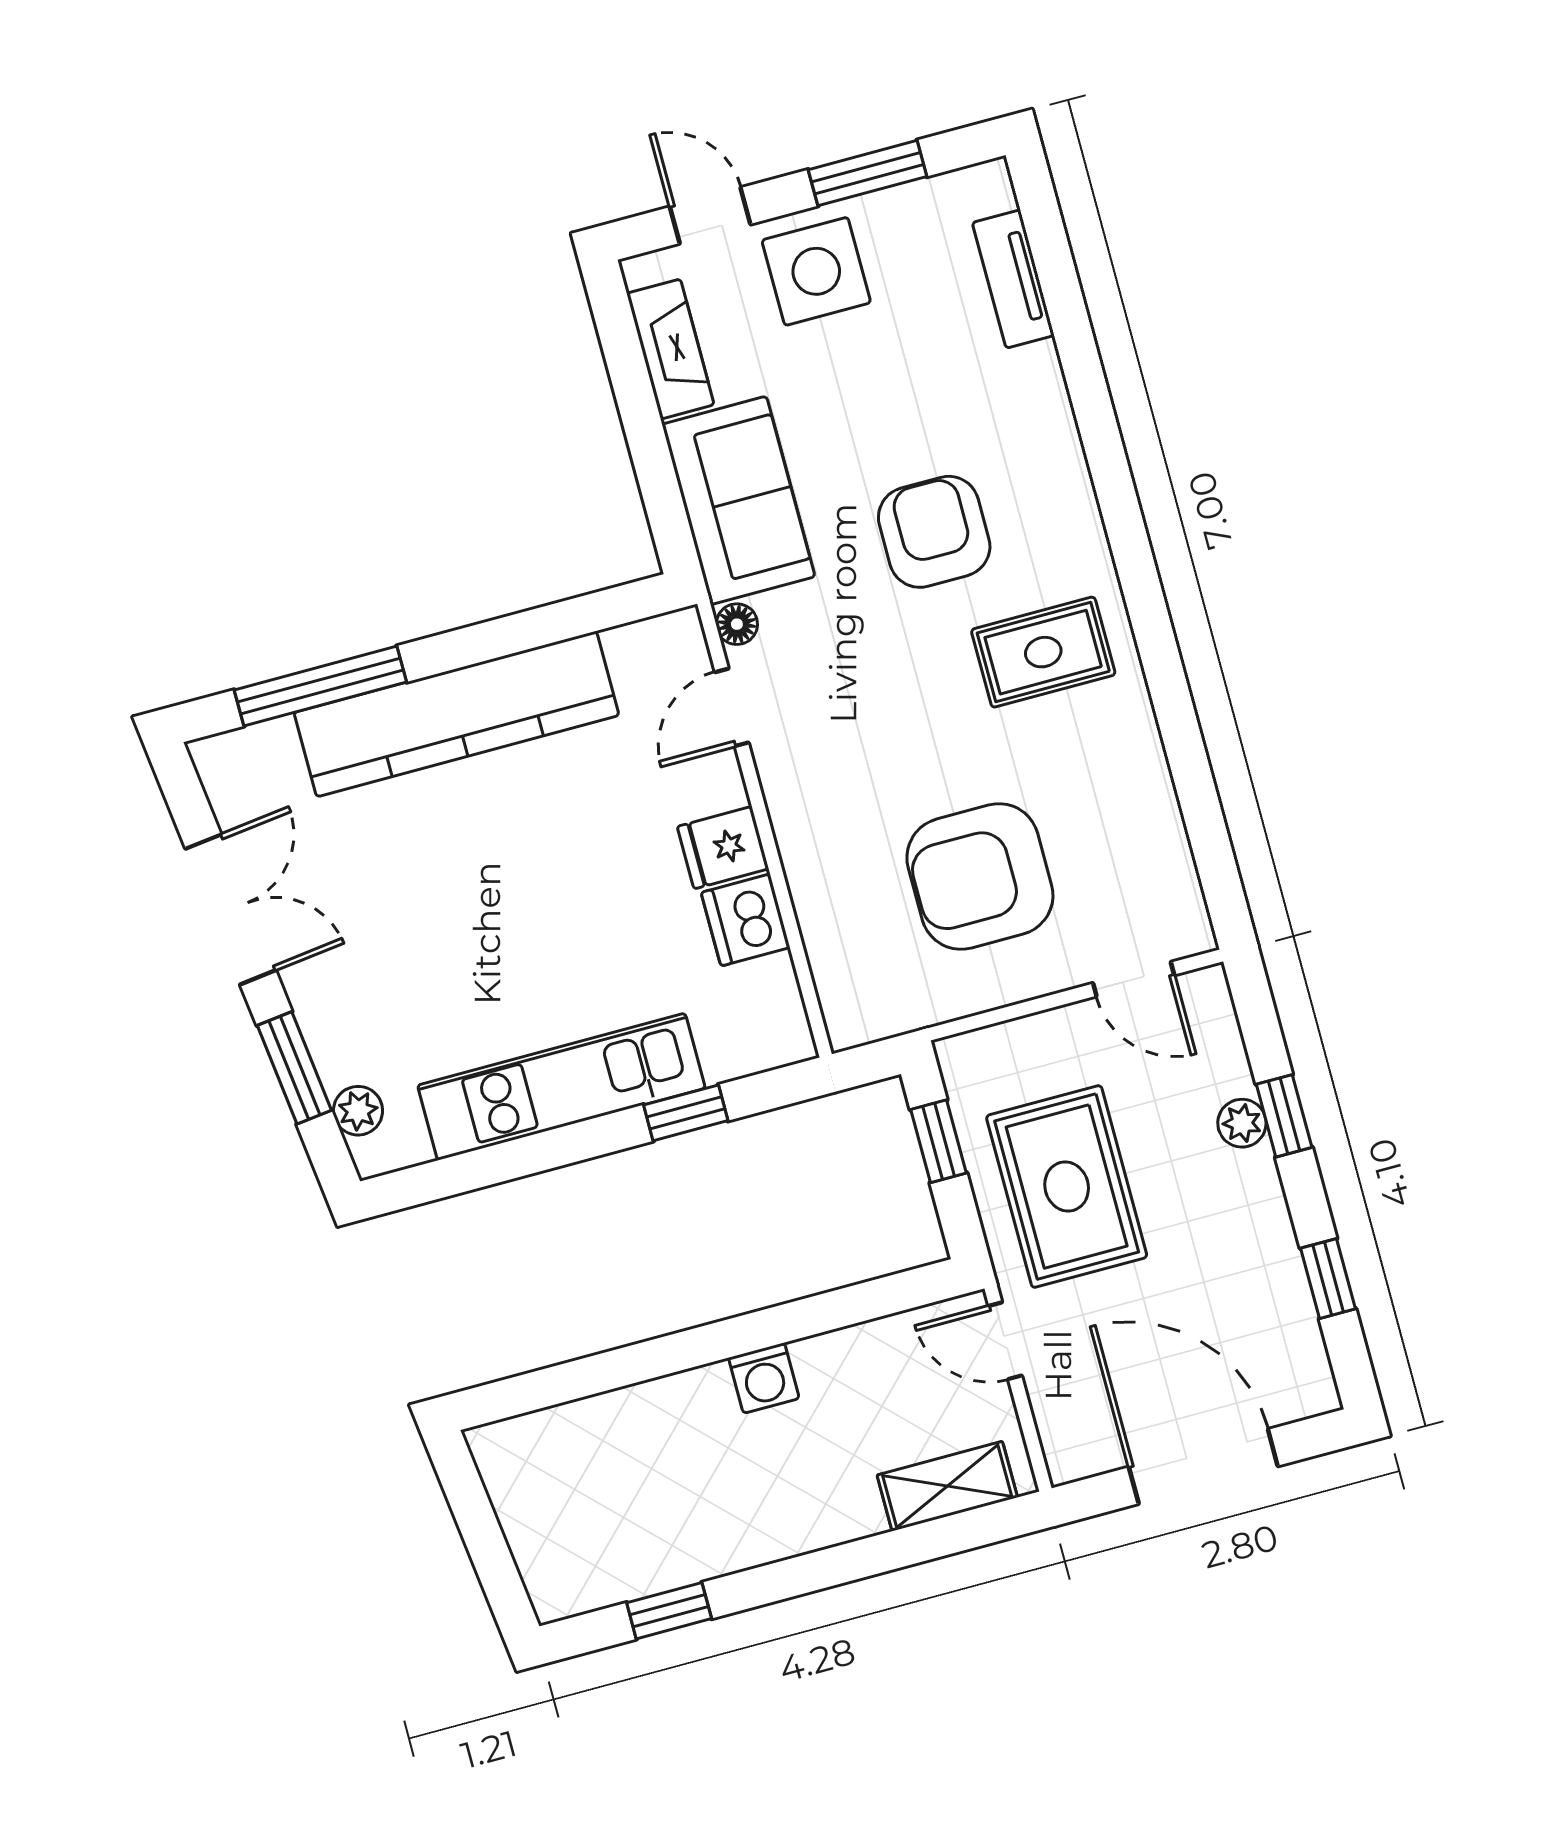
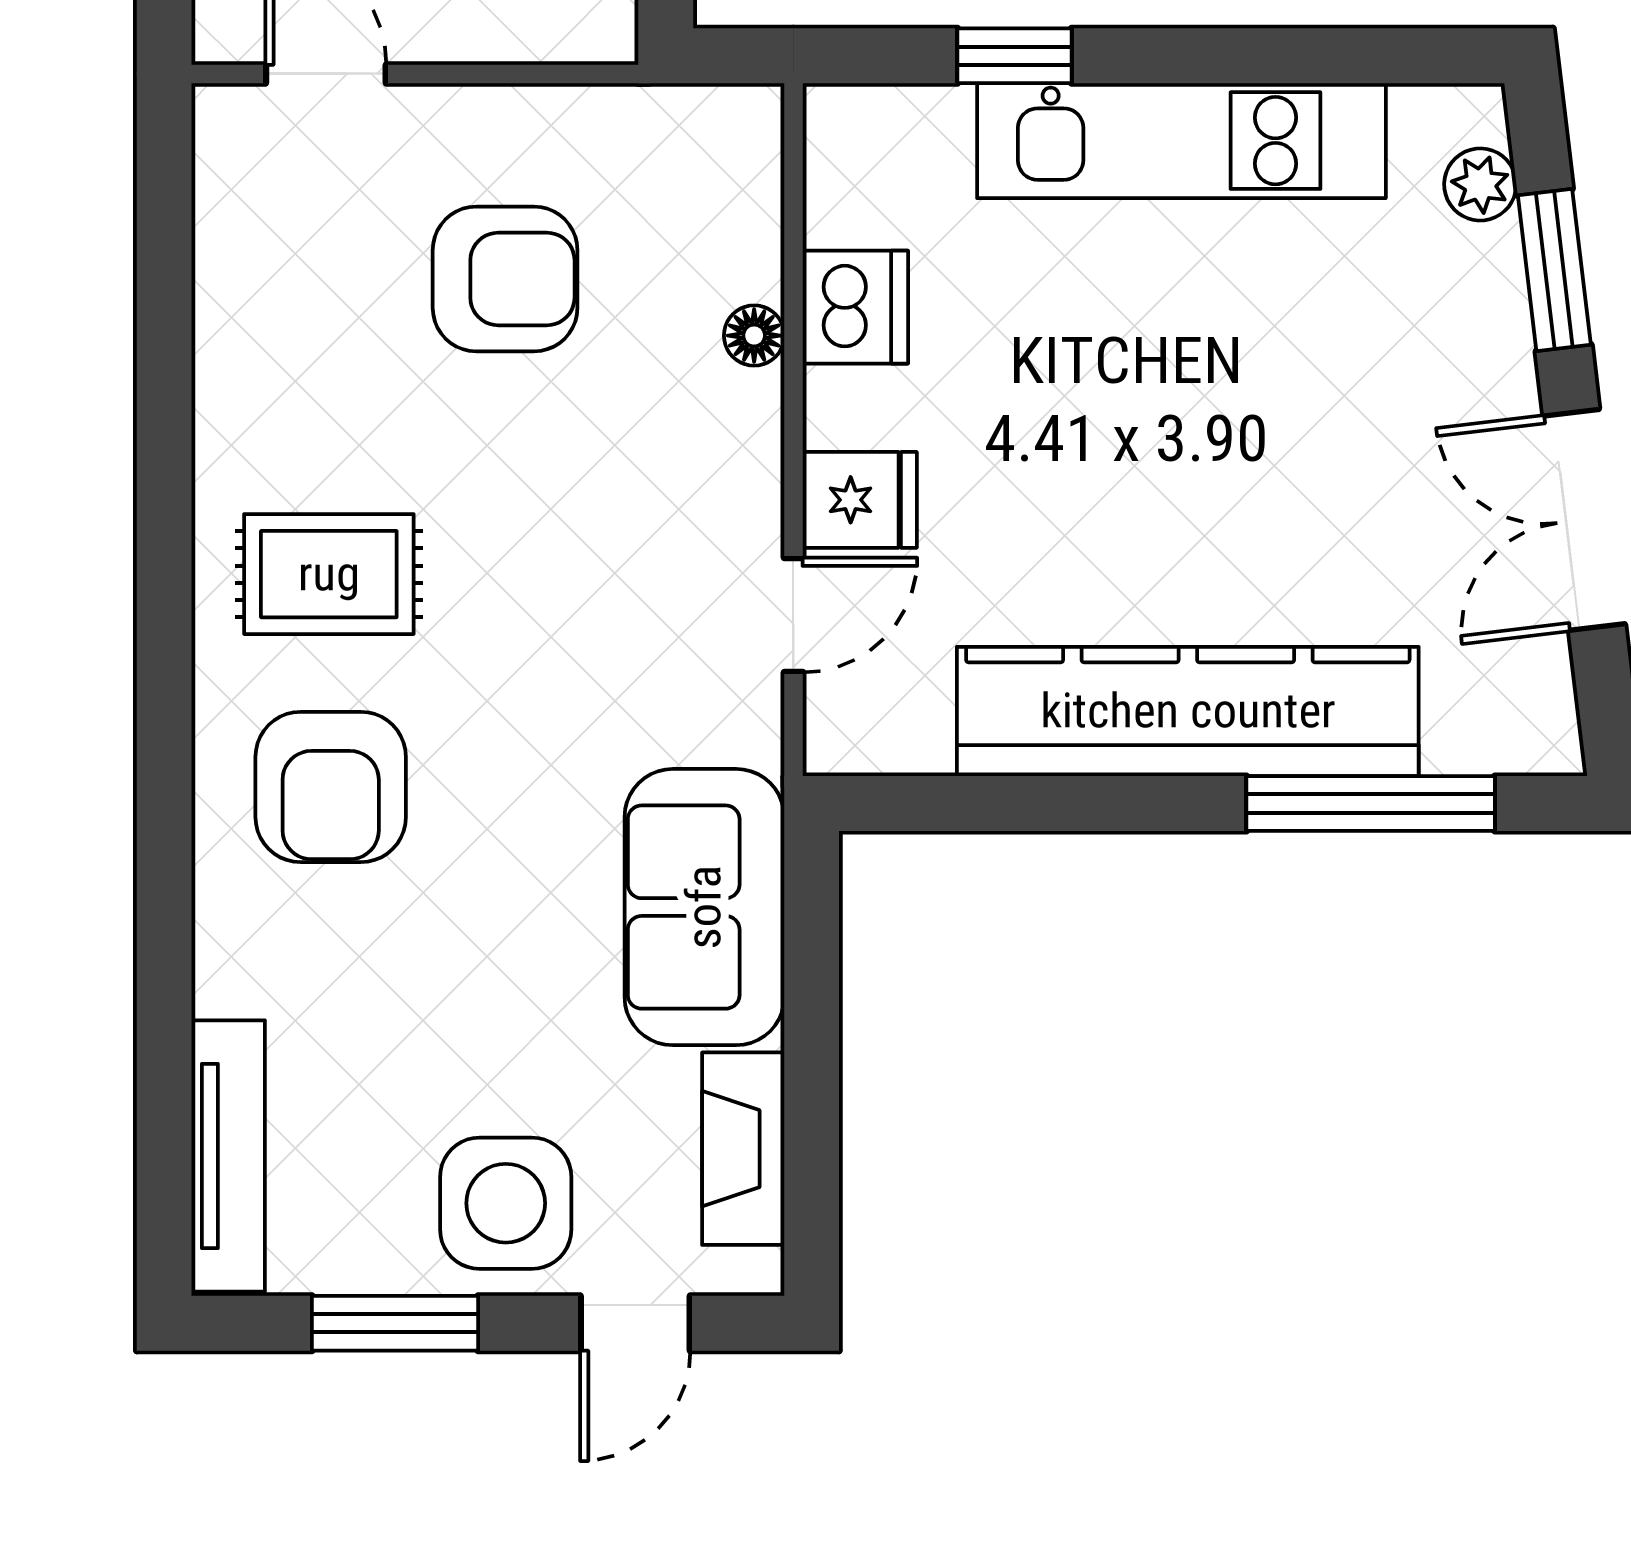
door: (710, 216) -> (635, 1323), hinge flipped
tv unit: (1013, 279) -> (228, 1156), width x1.41
armchair: (934, 532) -> (331, 787), moved
floor lamp: (737, 624) -> (754, 336), moved
fridge: (723, 848) -> (860, 500), moved
armchair: (980, 877) -> (505, 279), width x0.73, depth x0.73

